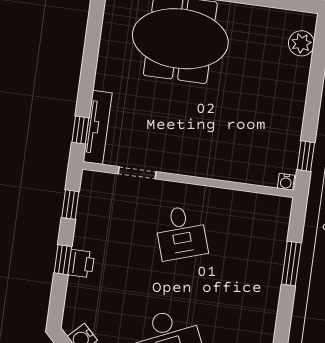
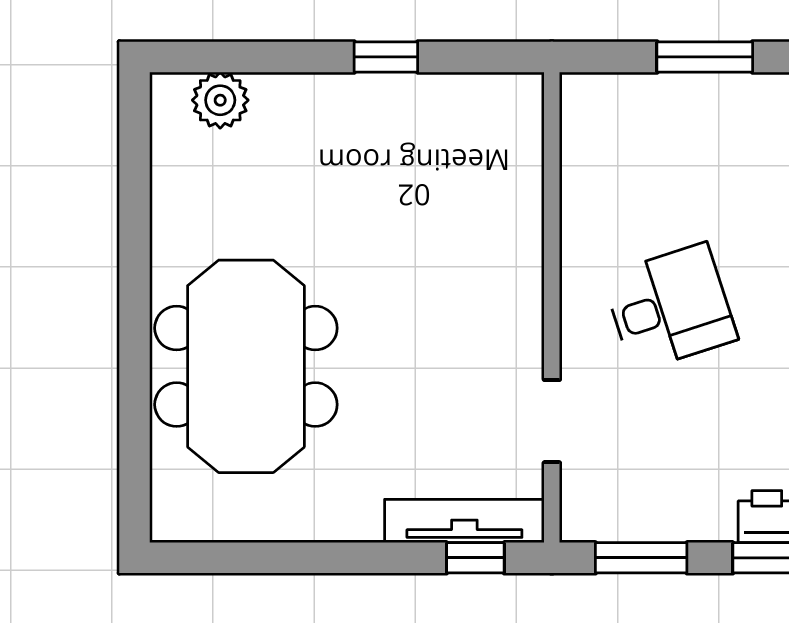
window: (306, 156) -> (386, 57), moved
water cooler: (286, 182) -> (527, 93), removed
window: (70, 205) -> (641, 558), width x1.50

